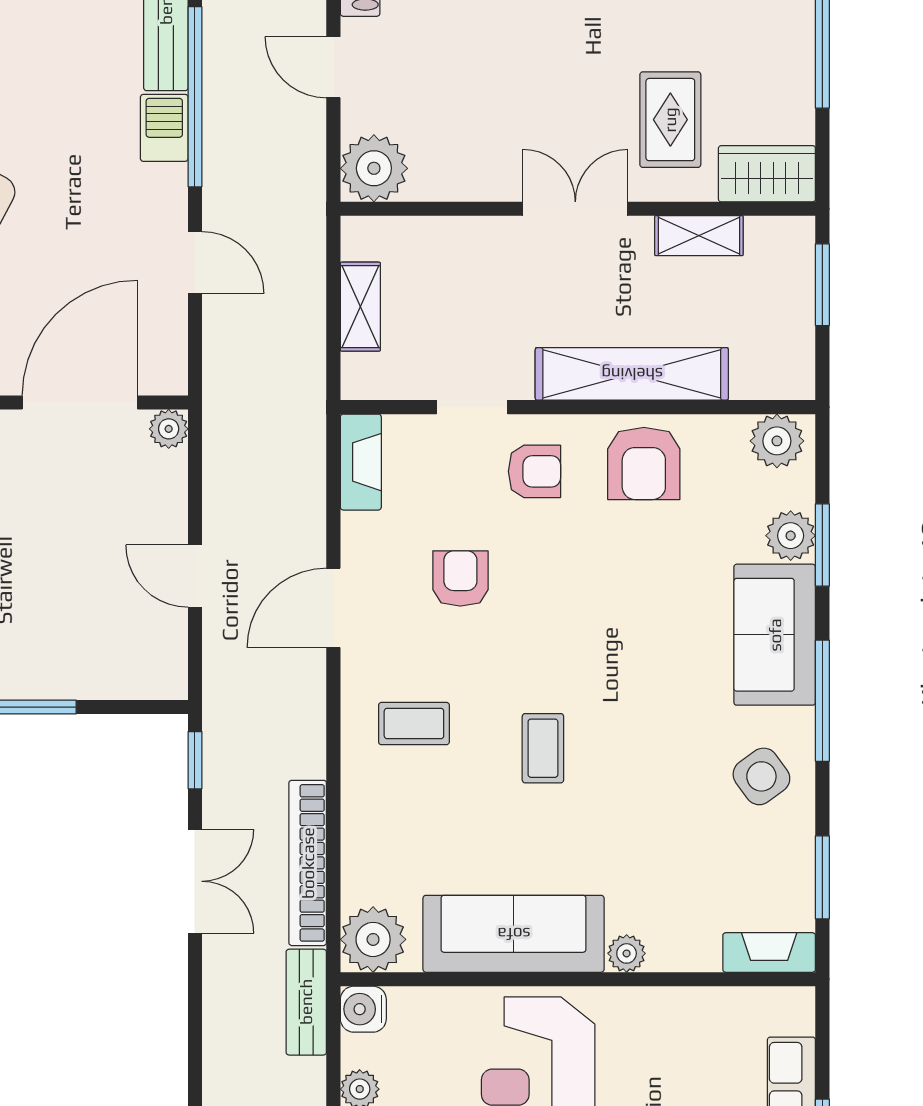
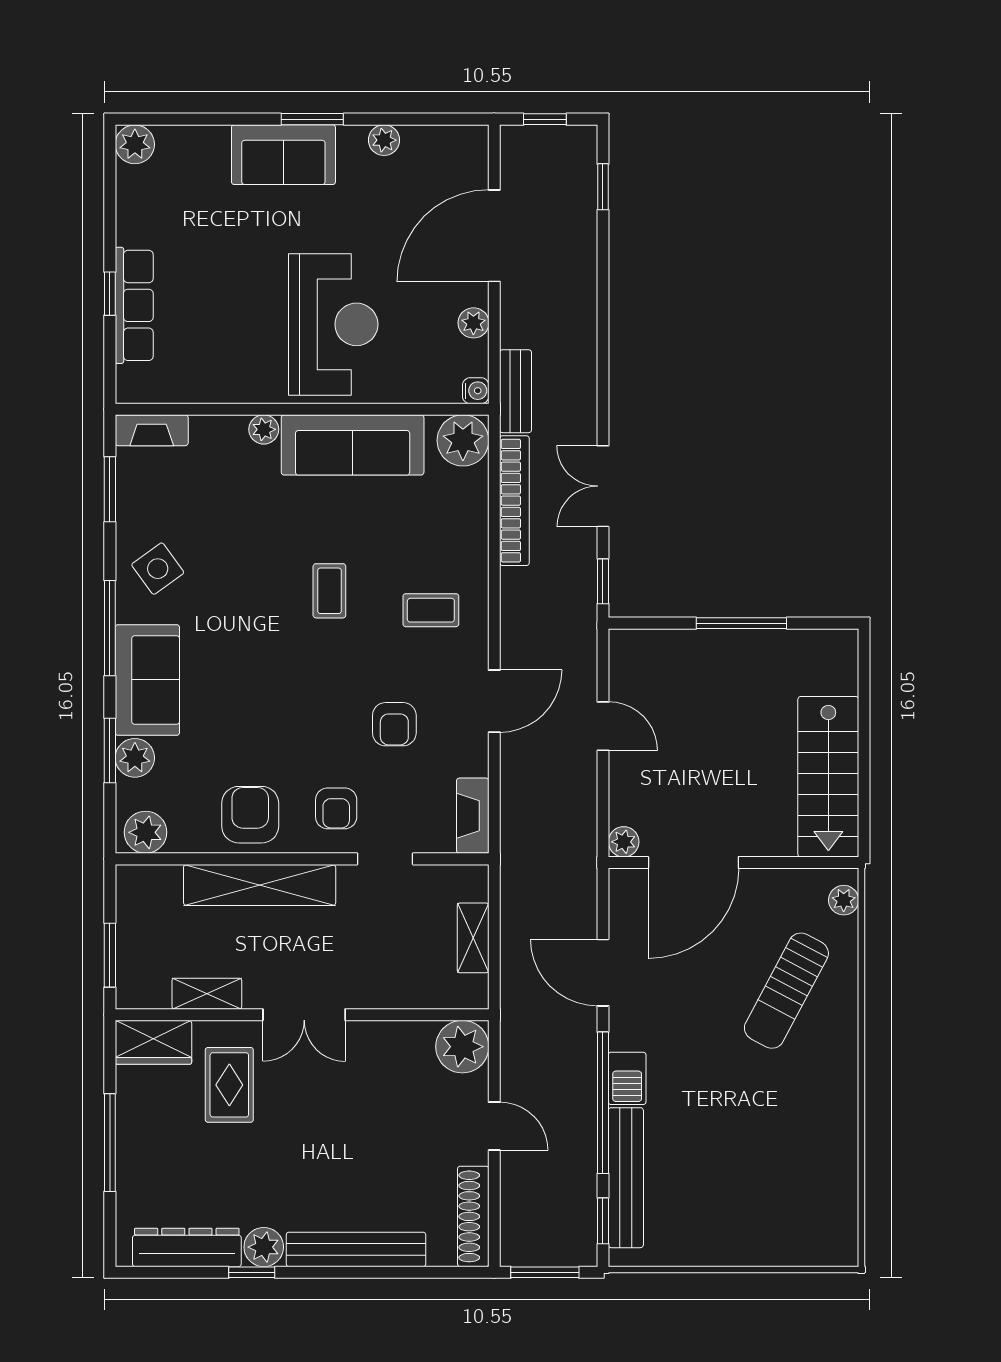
door: (195, 263) -> (603, 973), width x1.38
armchair: (534, 471) -> (336, 808), turned -90
water cooler: (363, 1009) -> (476, 391), width x0.72, depth x0.72

